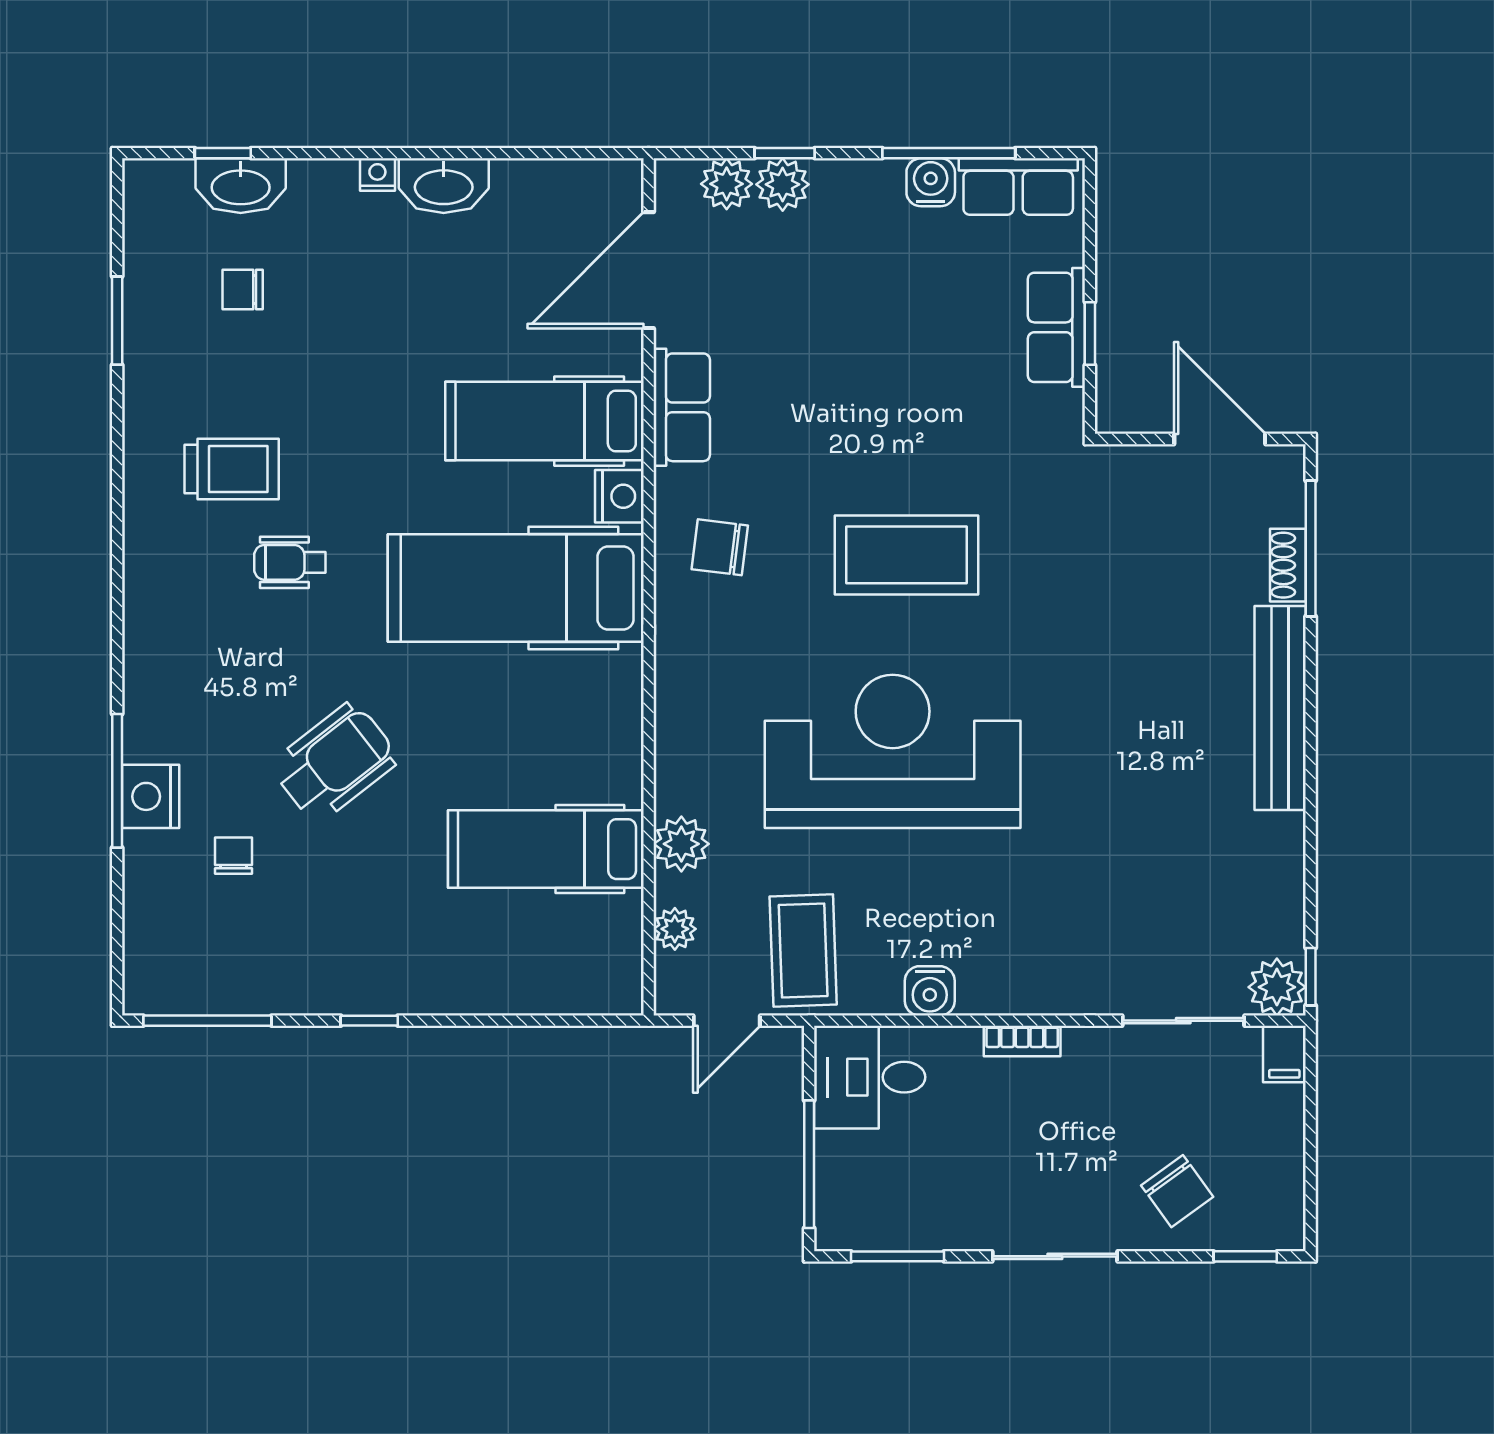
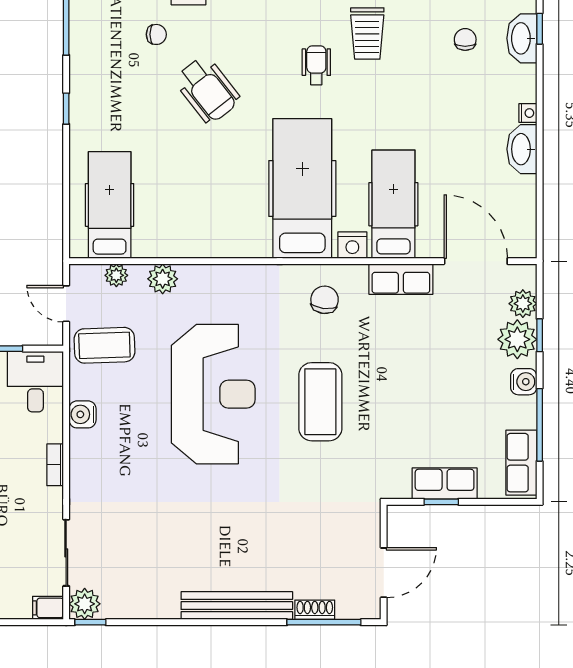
water cooler: (931, 182) -> (524, 382), moved
plant: (783, 184) -> (517, 339), width x1.36, depth x1.36
hospital bed: (546, 849) -> (110, 205), moved

